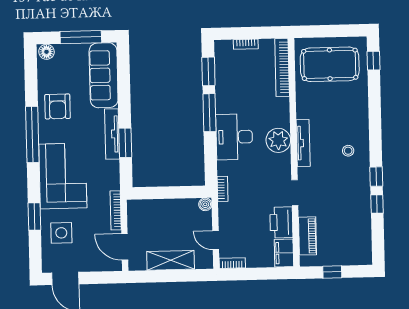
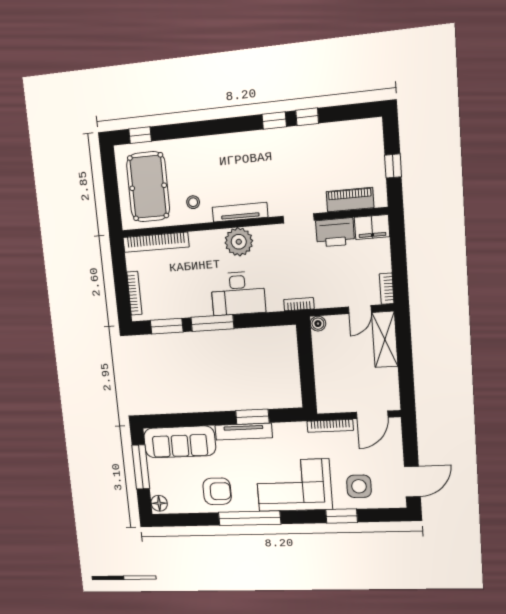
bookcase: (246, 44) -> (134, 293), width x1.56
stool: (348, 151) -> (193, 202), moved
shelving: (171, 260) -> (385, 339), moved

